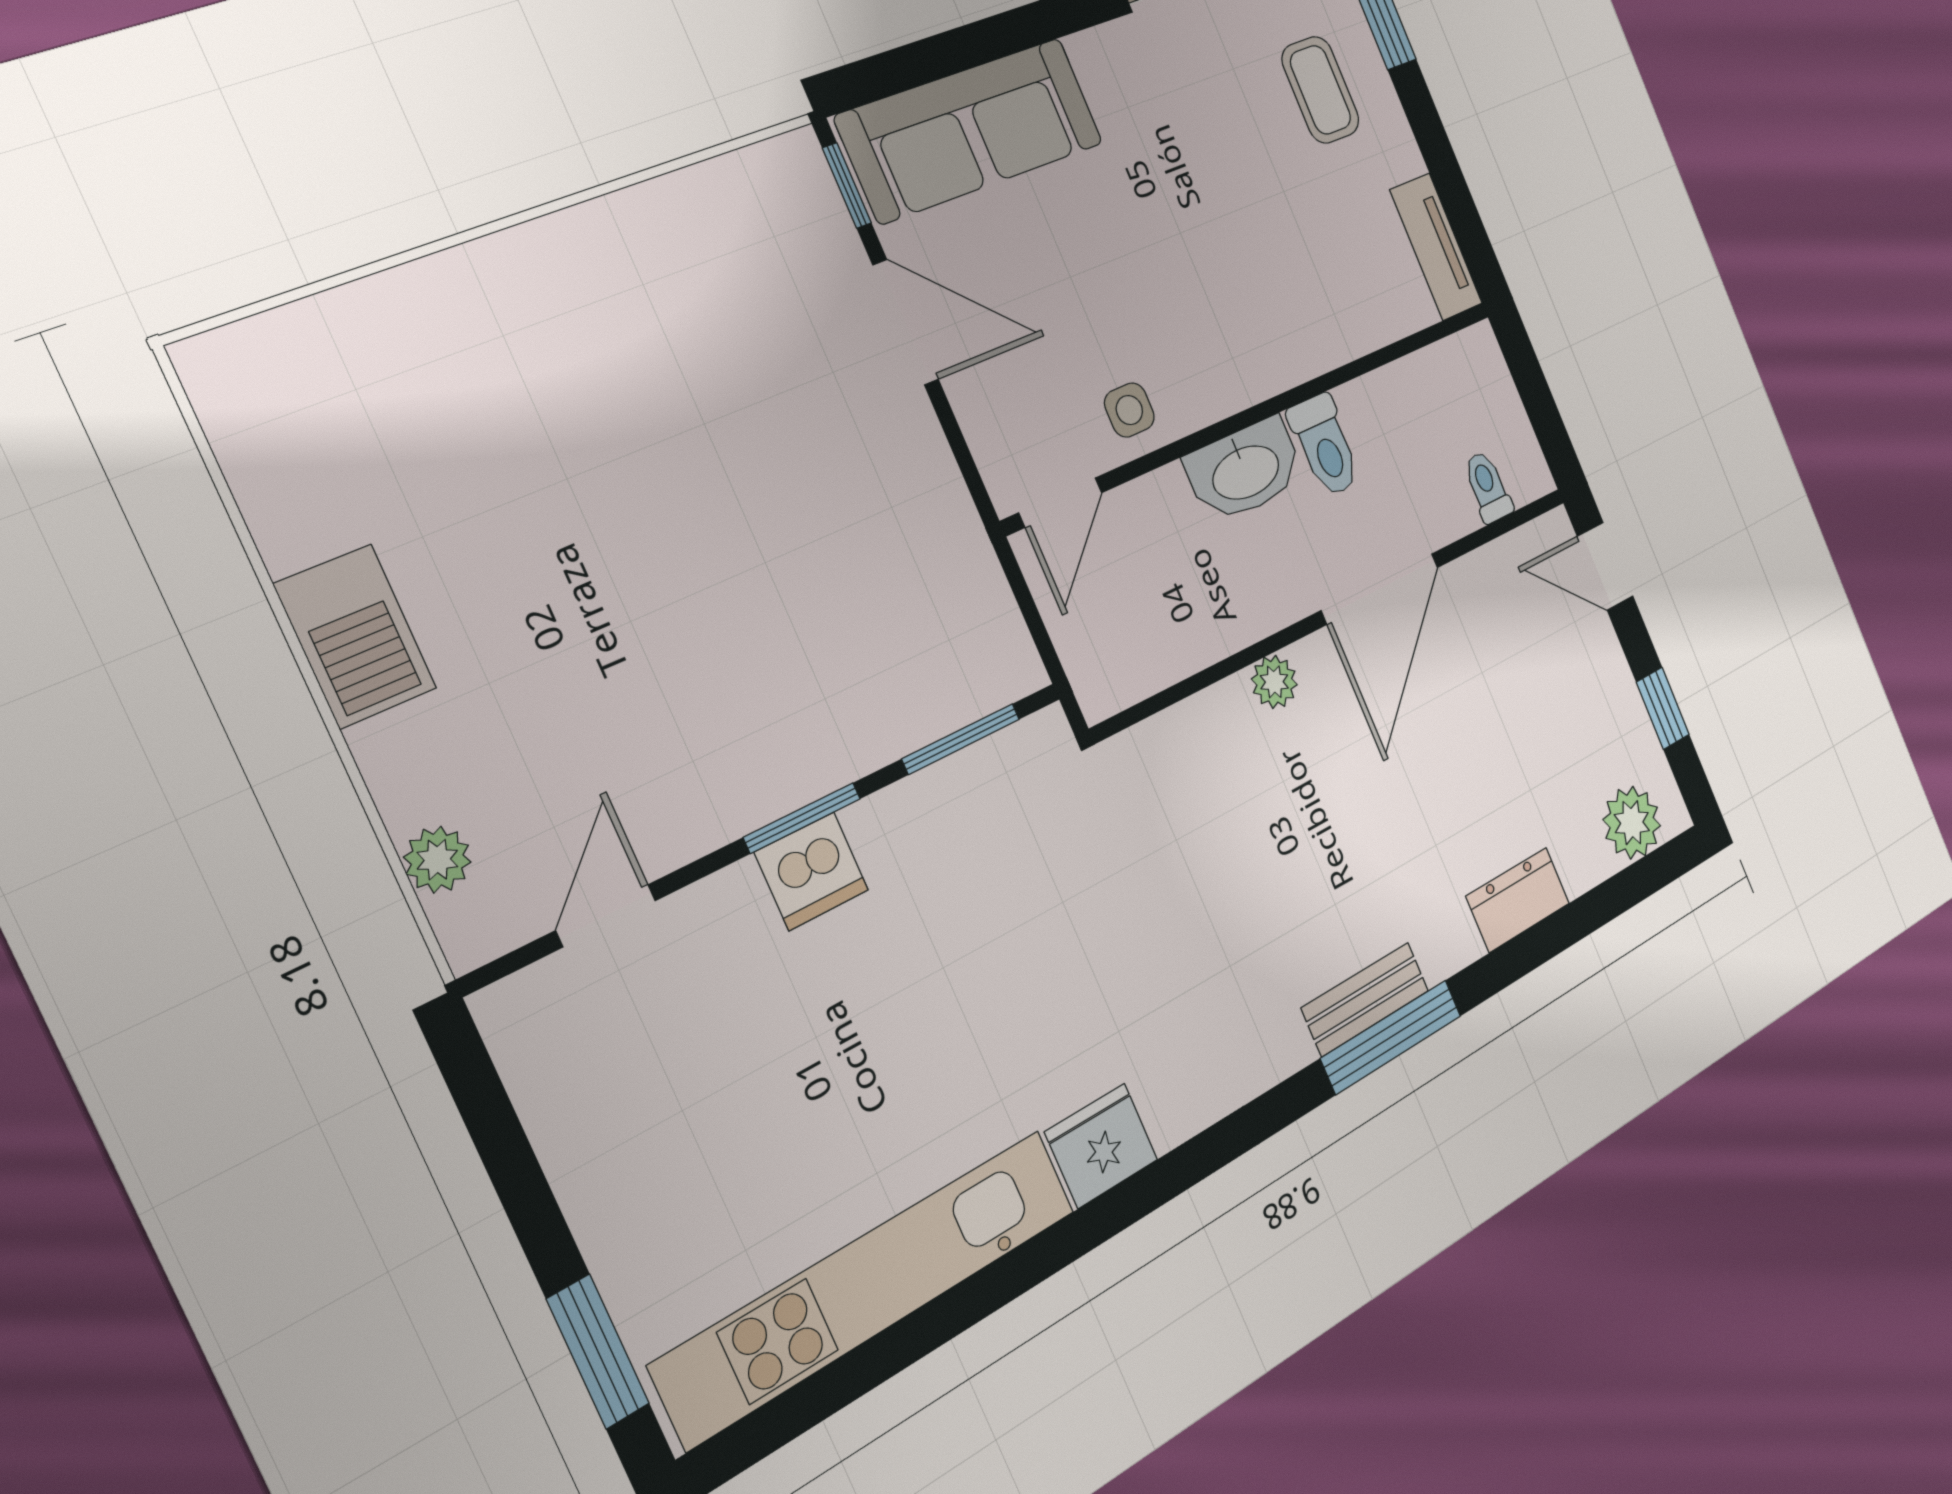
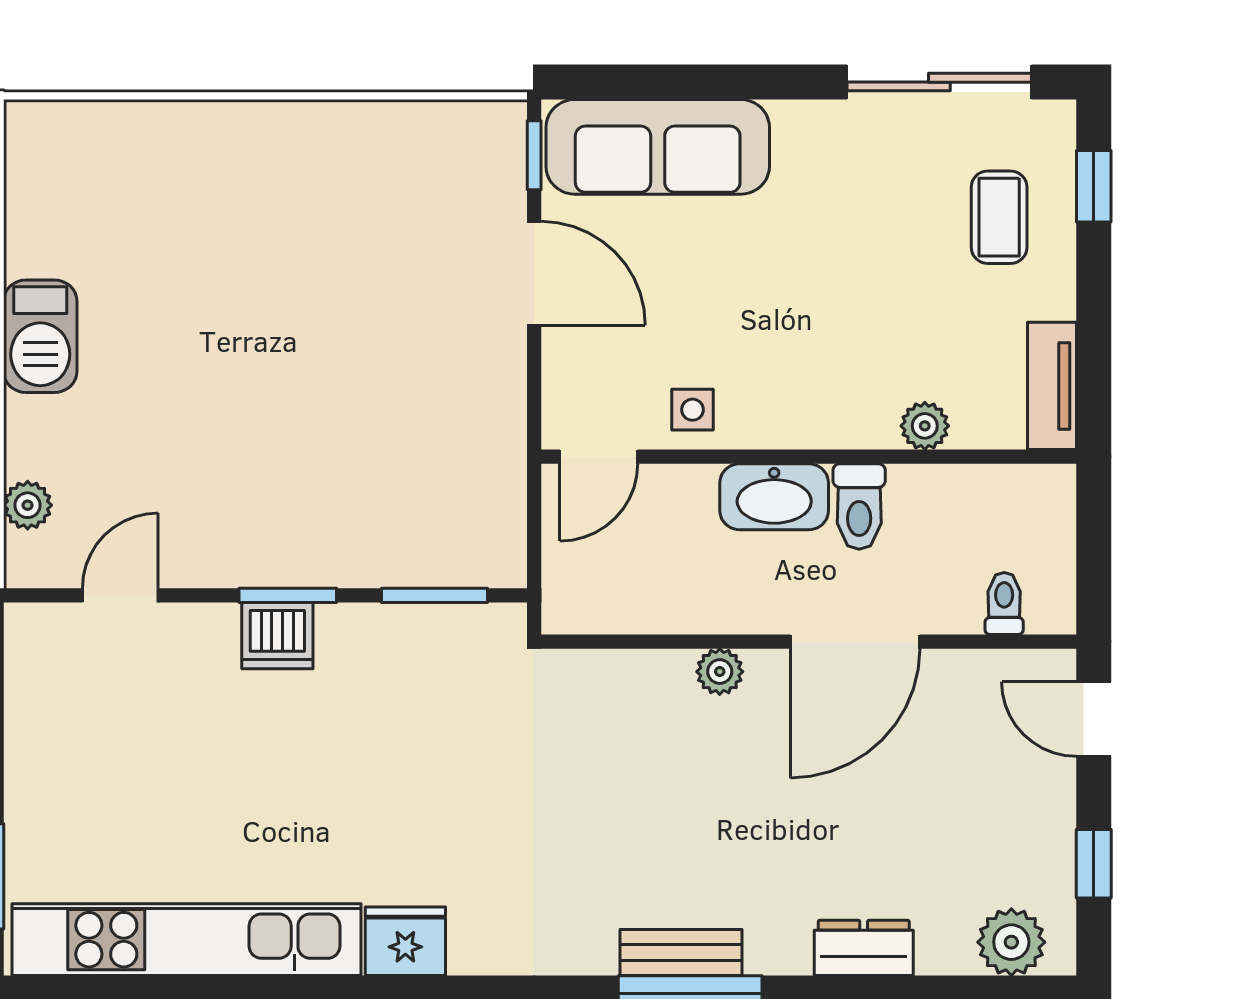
plant: (1347, 335) -> (925, 426), added

